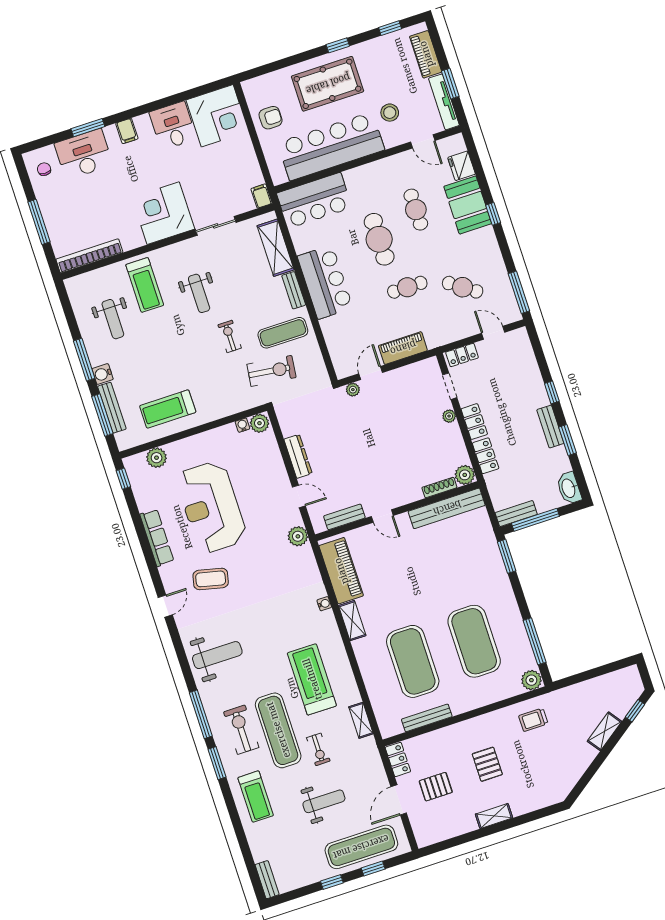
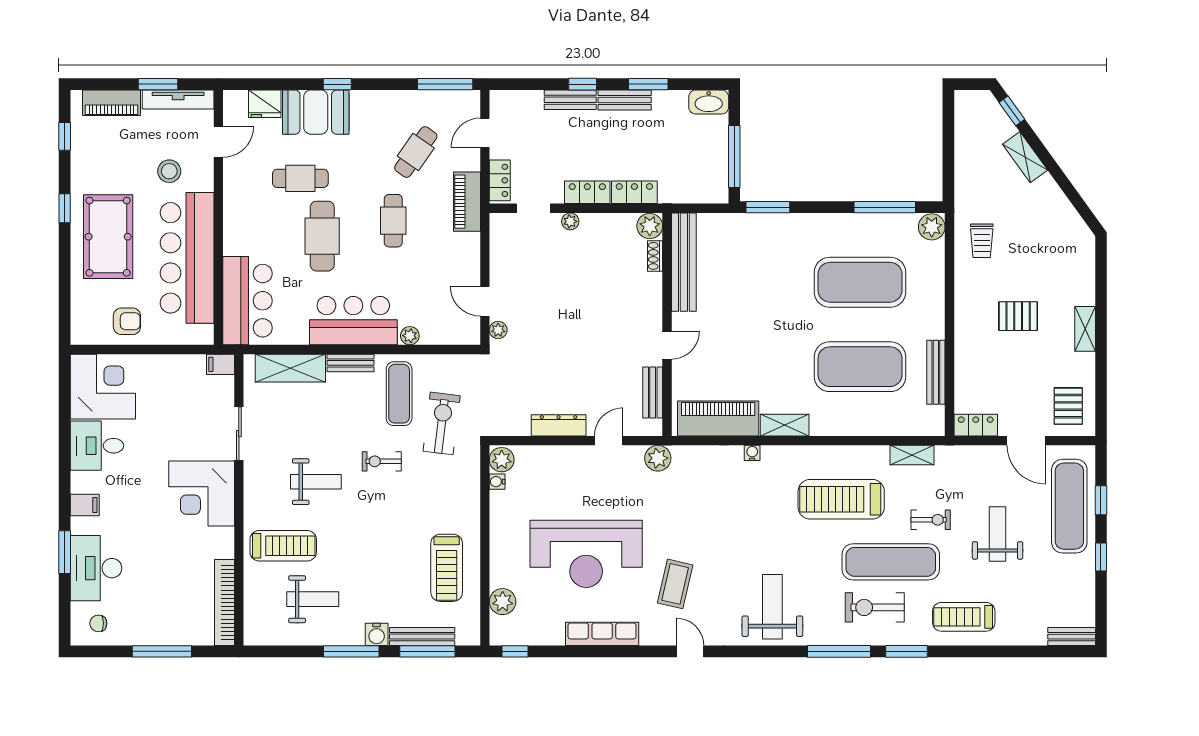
armchair: (271, 118) -> (127, 321), turned 90
cafe table: (379, 239) -> (322, 236), turned 90
plant: (328, 327) -> (410, 336), added
piano: (403, 348) -> (467, 202), moved
shoe rack: (439, 488) -> (655, 256), width x0.70
bench: (516, 514) -> (570, 100), moved, turned 90
pallet: (436, 787) -> (1068, 406), moved
treadmill: (256, 797) -> (964, 617), turned 180

